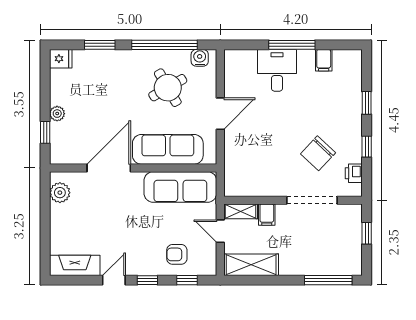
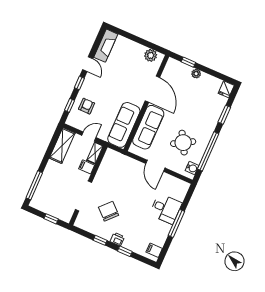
filing cabinet: (324, 60) -> (154, 250), moved
printer: (354, 173) -> (117, 239), moved

